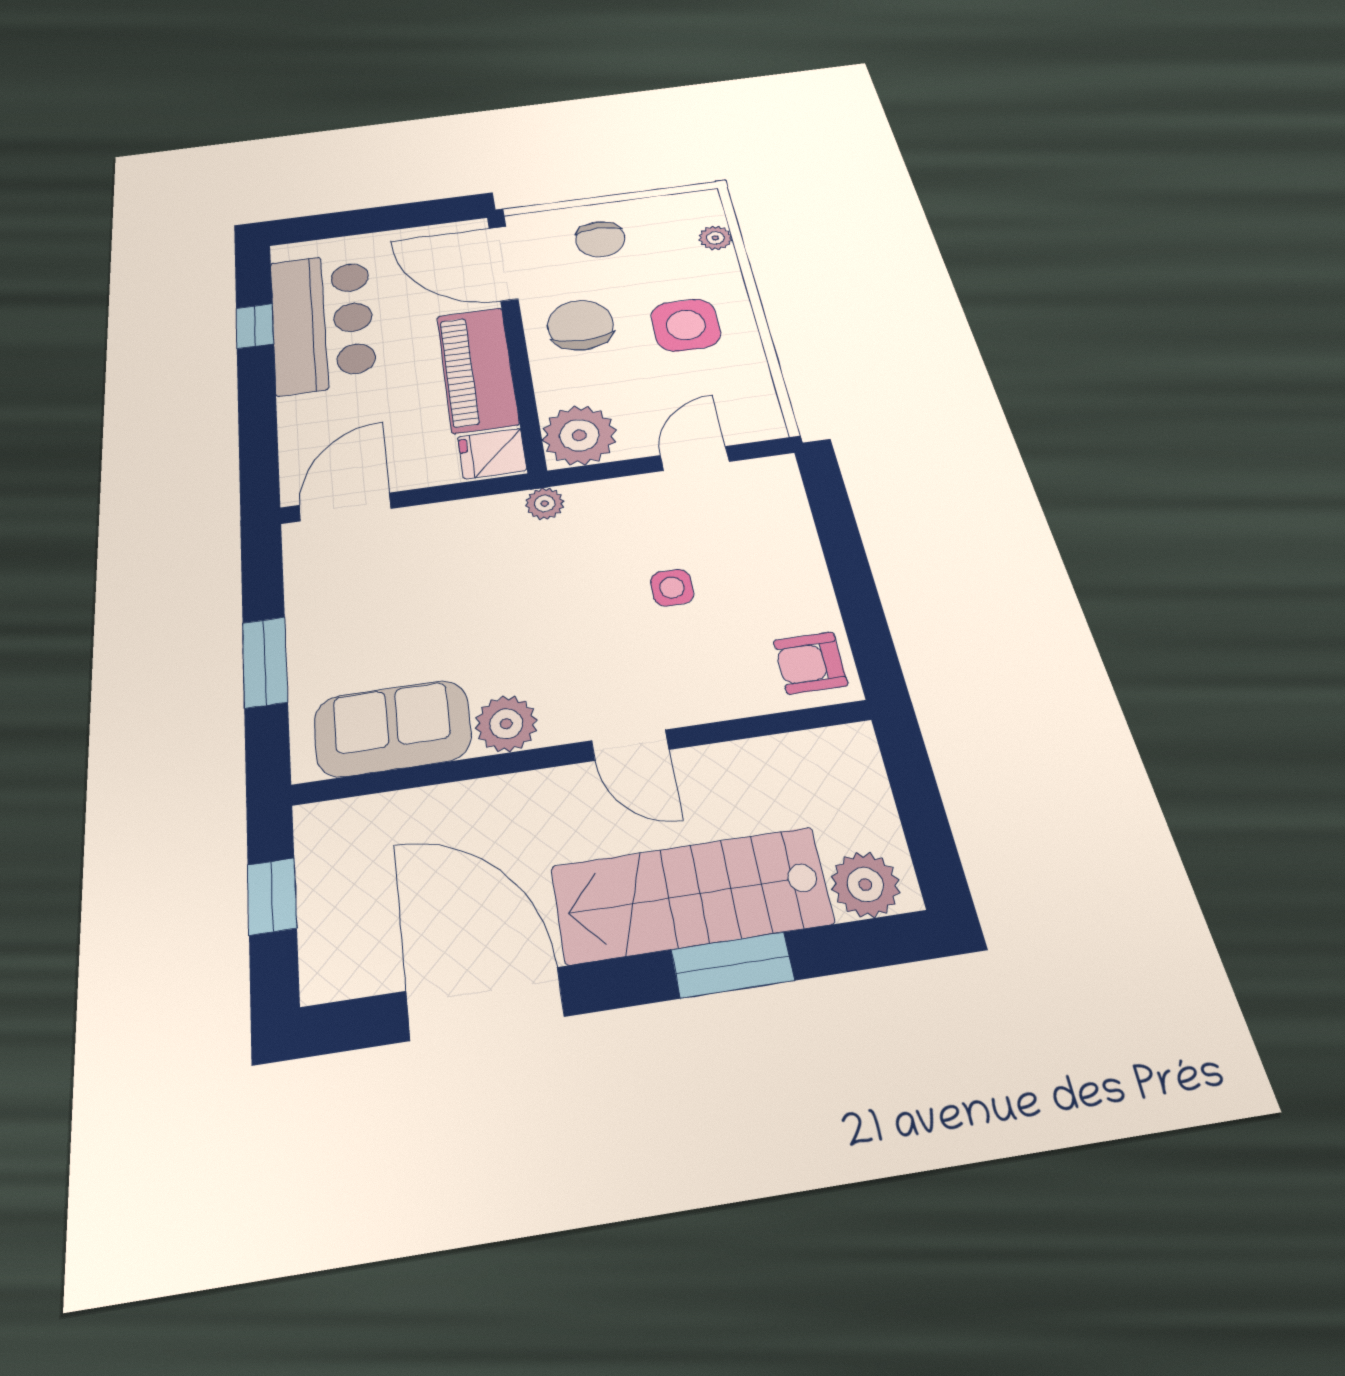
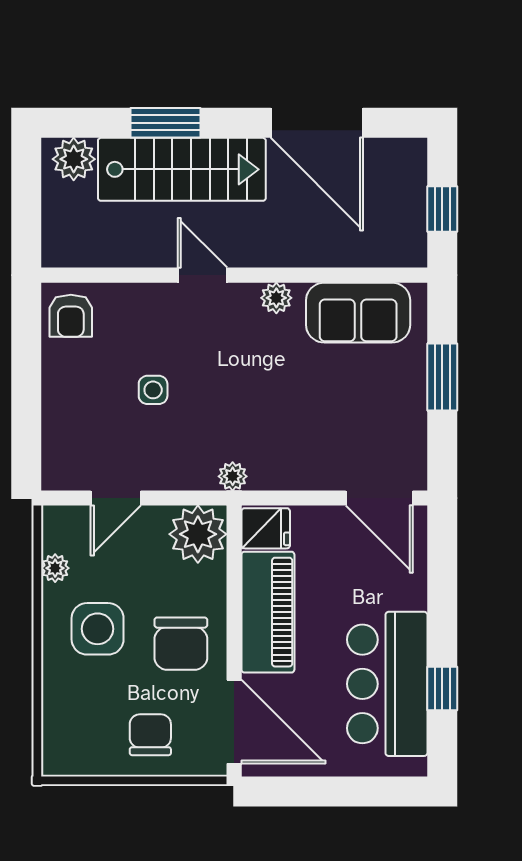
plant: (715, 238) -> (55, 568), moved
door: (345, 507) -> (379, 498), hinge flipped
armchair: (810, 663) -> (71, 316), turned 90
plant: (506, 724) -> (276, 298), width x0.73, depth x0.73

